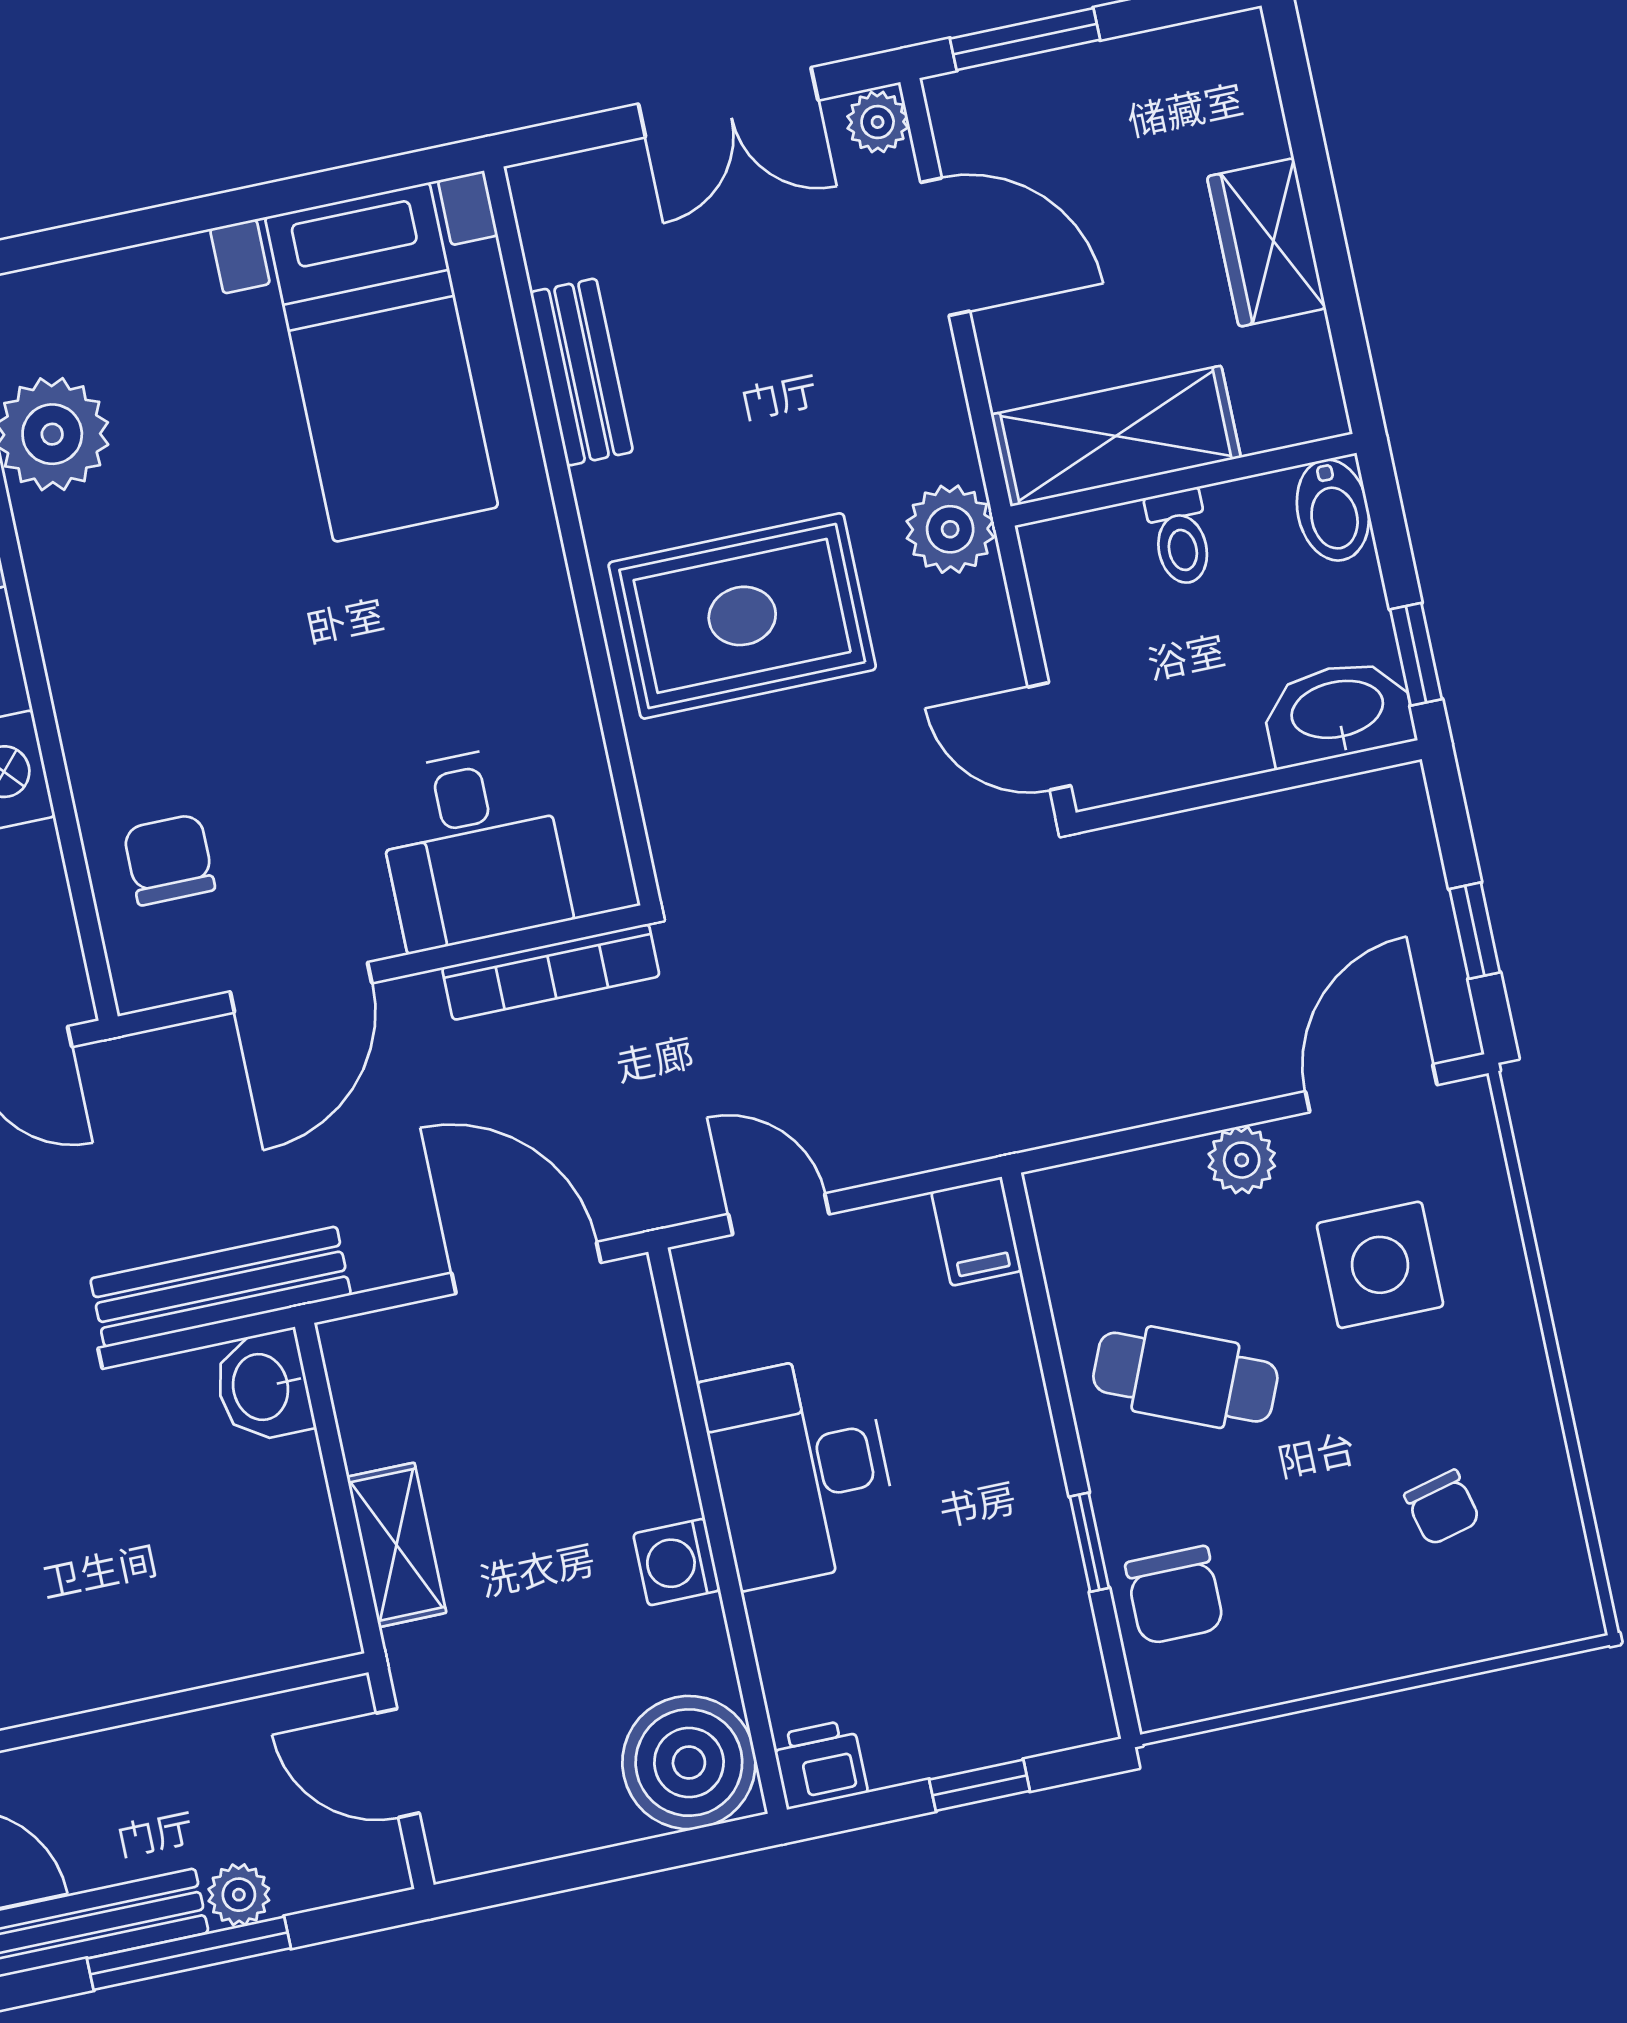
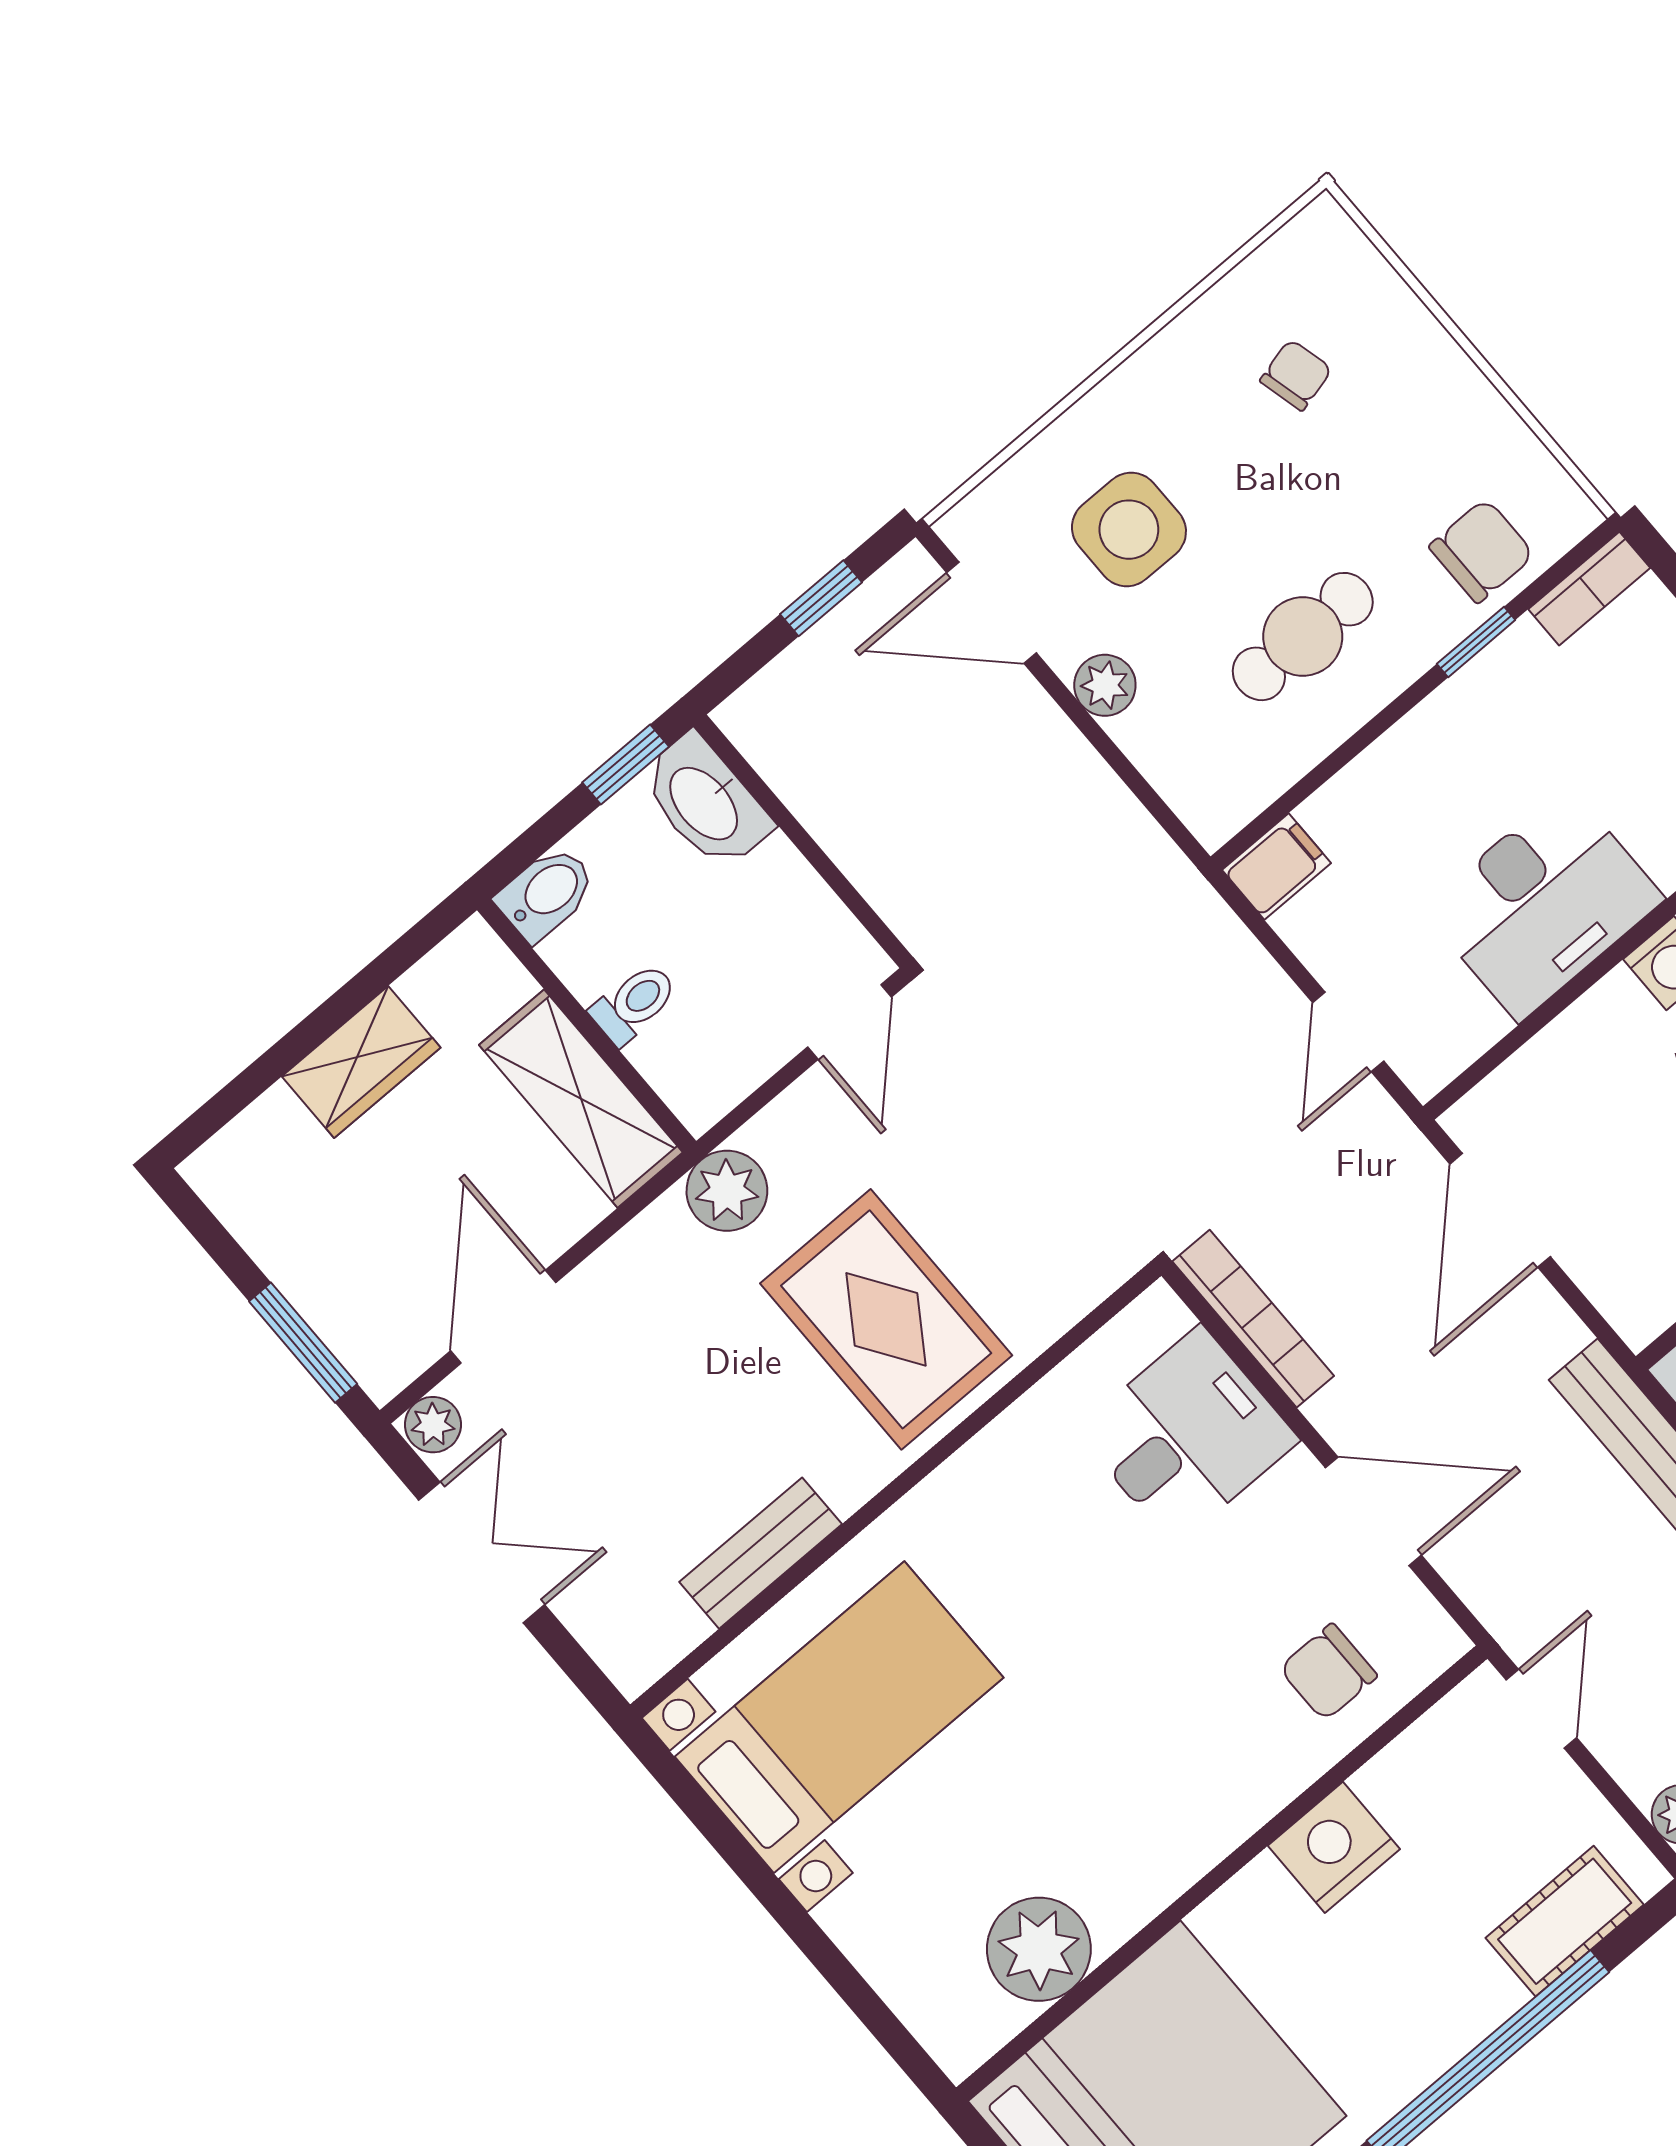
cafe table: (1185, 1377) -> (1303, 637), turned 67
bookcase: (1082, 1680) -> (1589, 589), added

